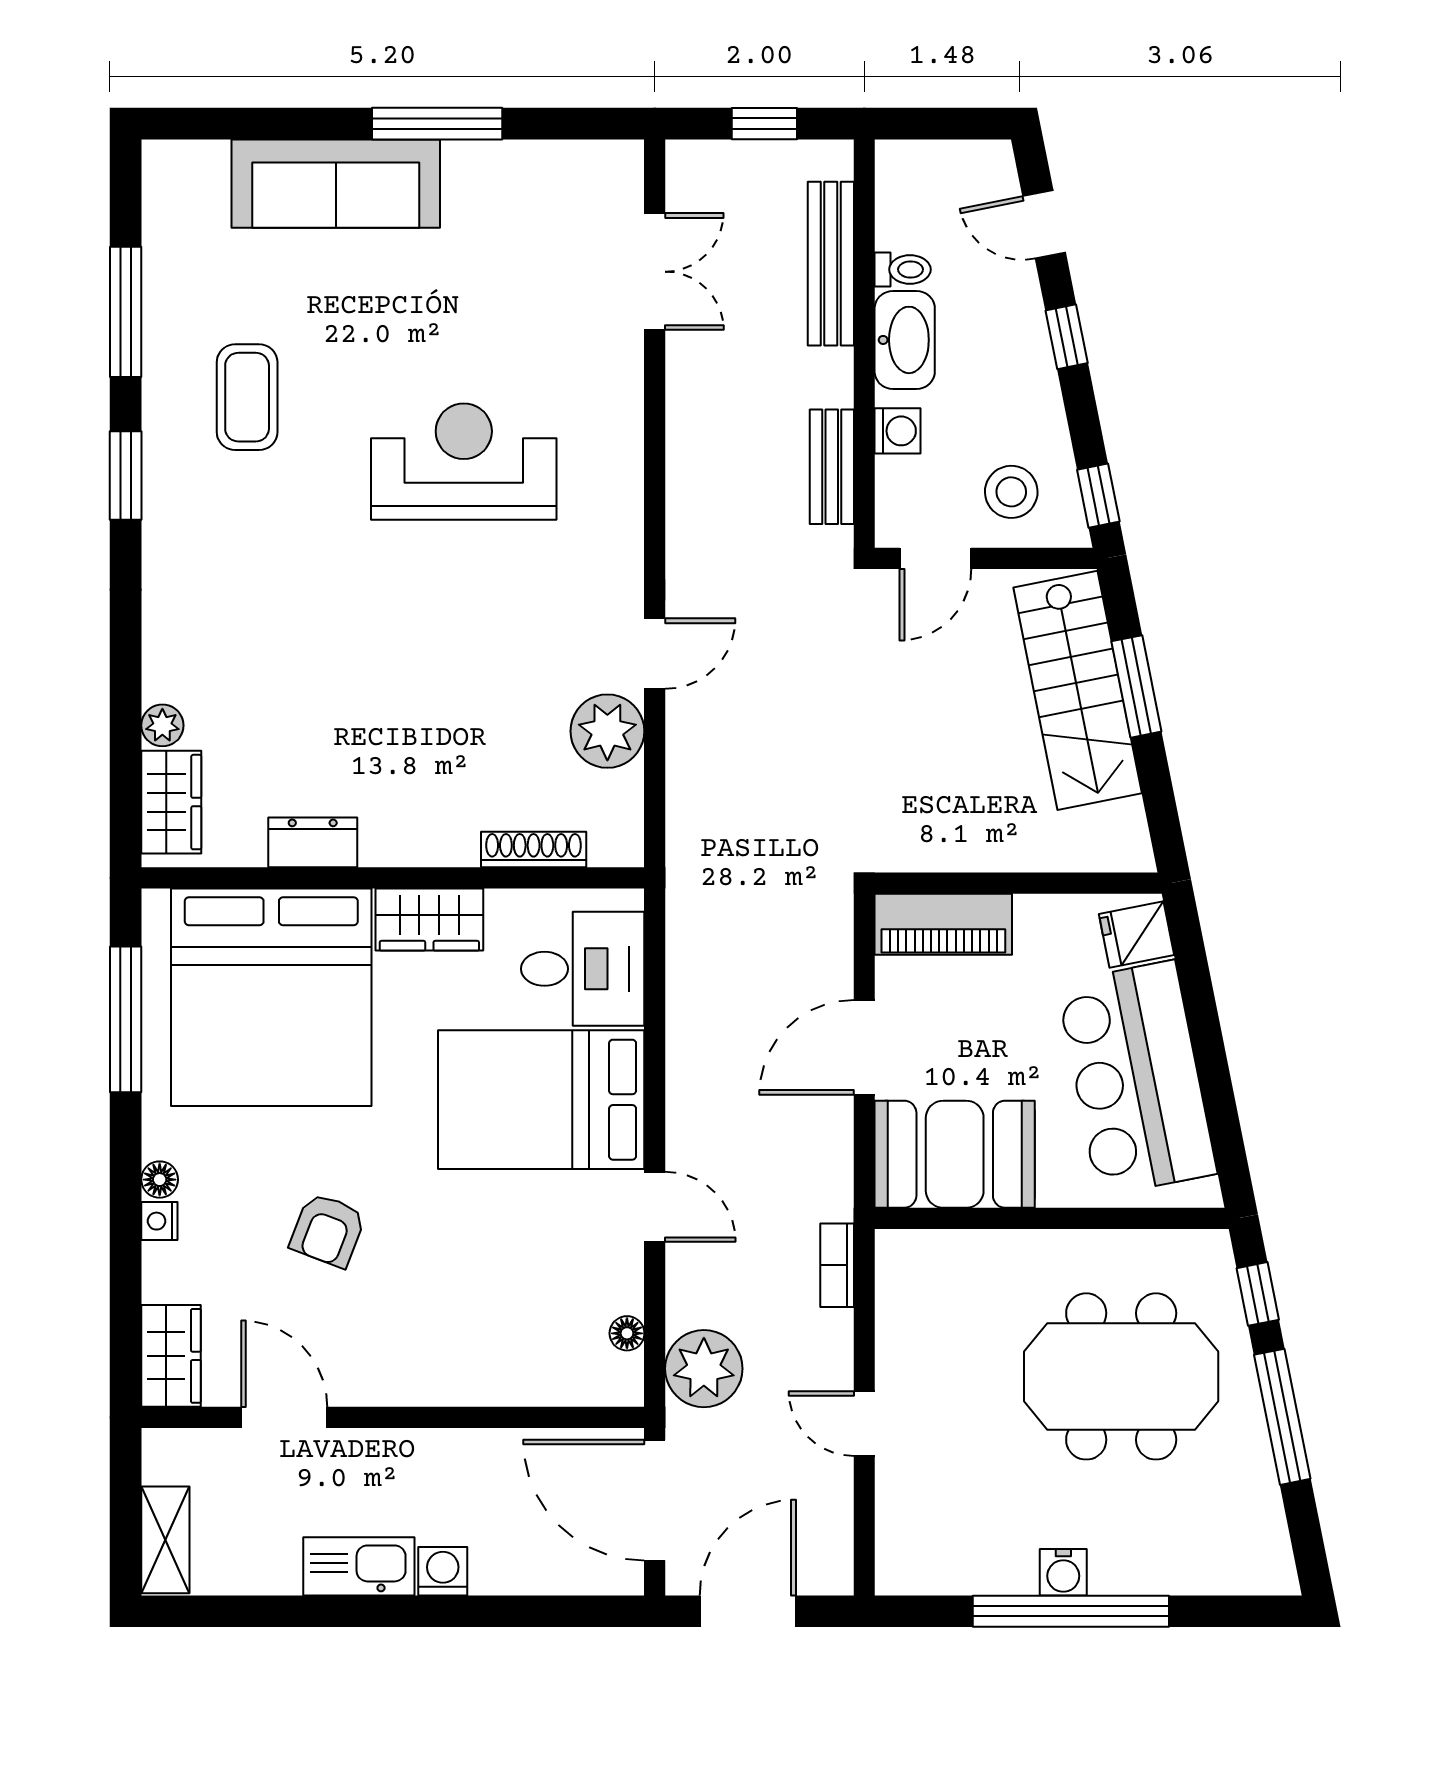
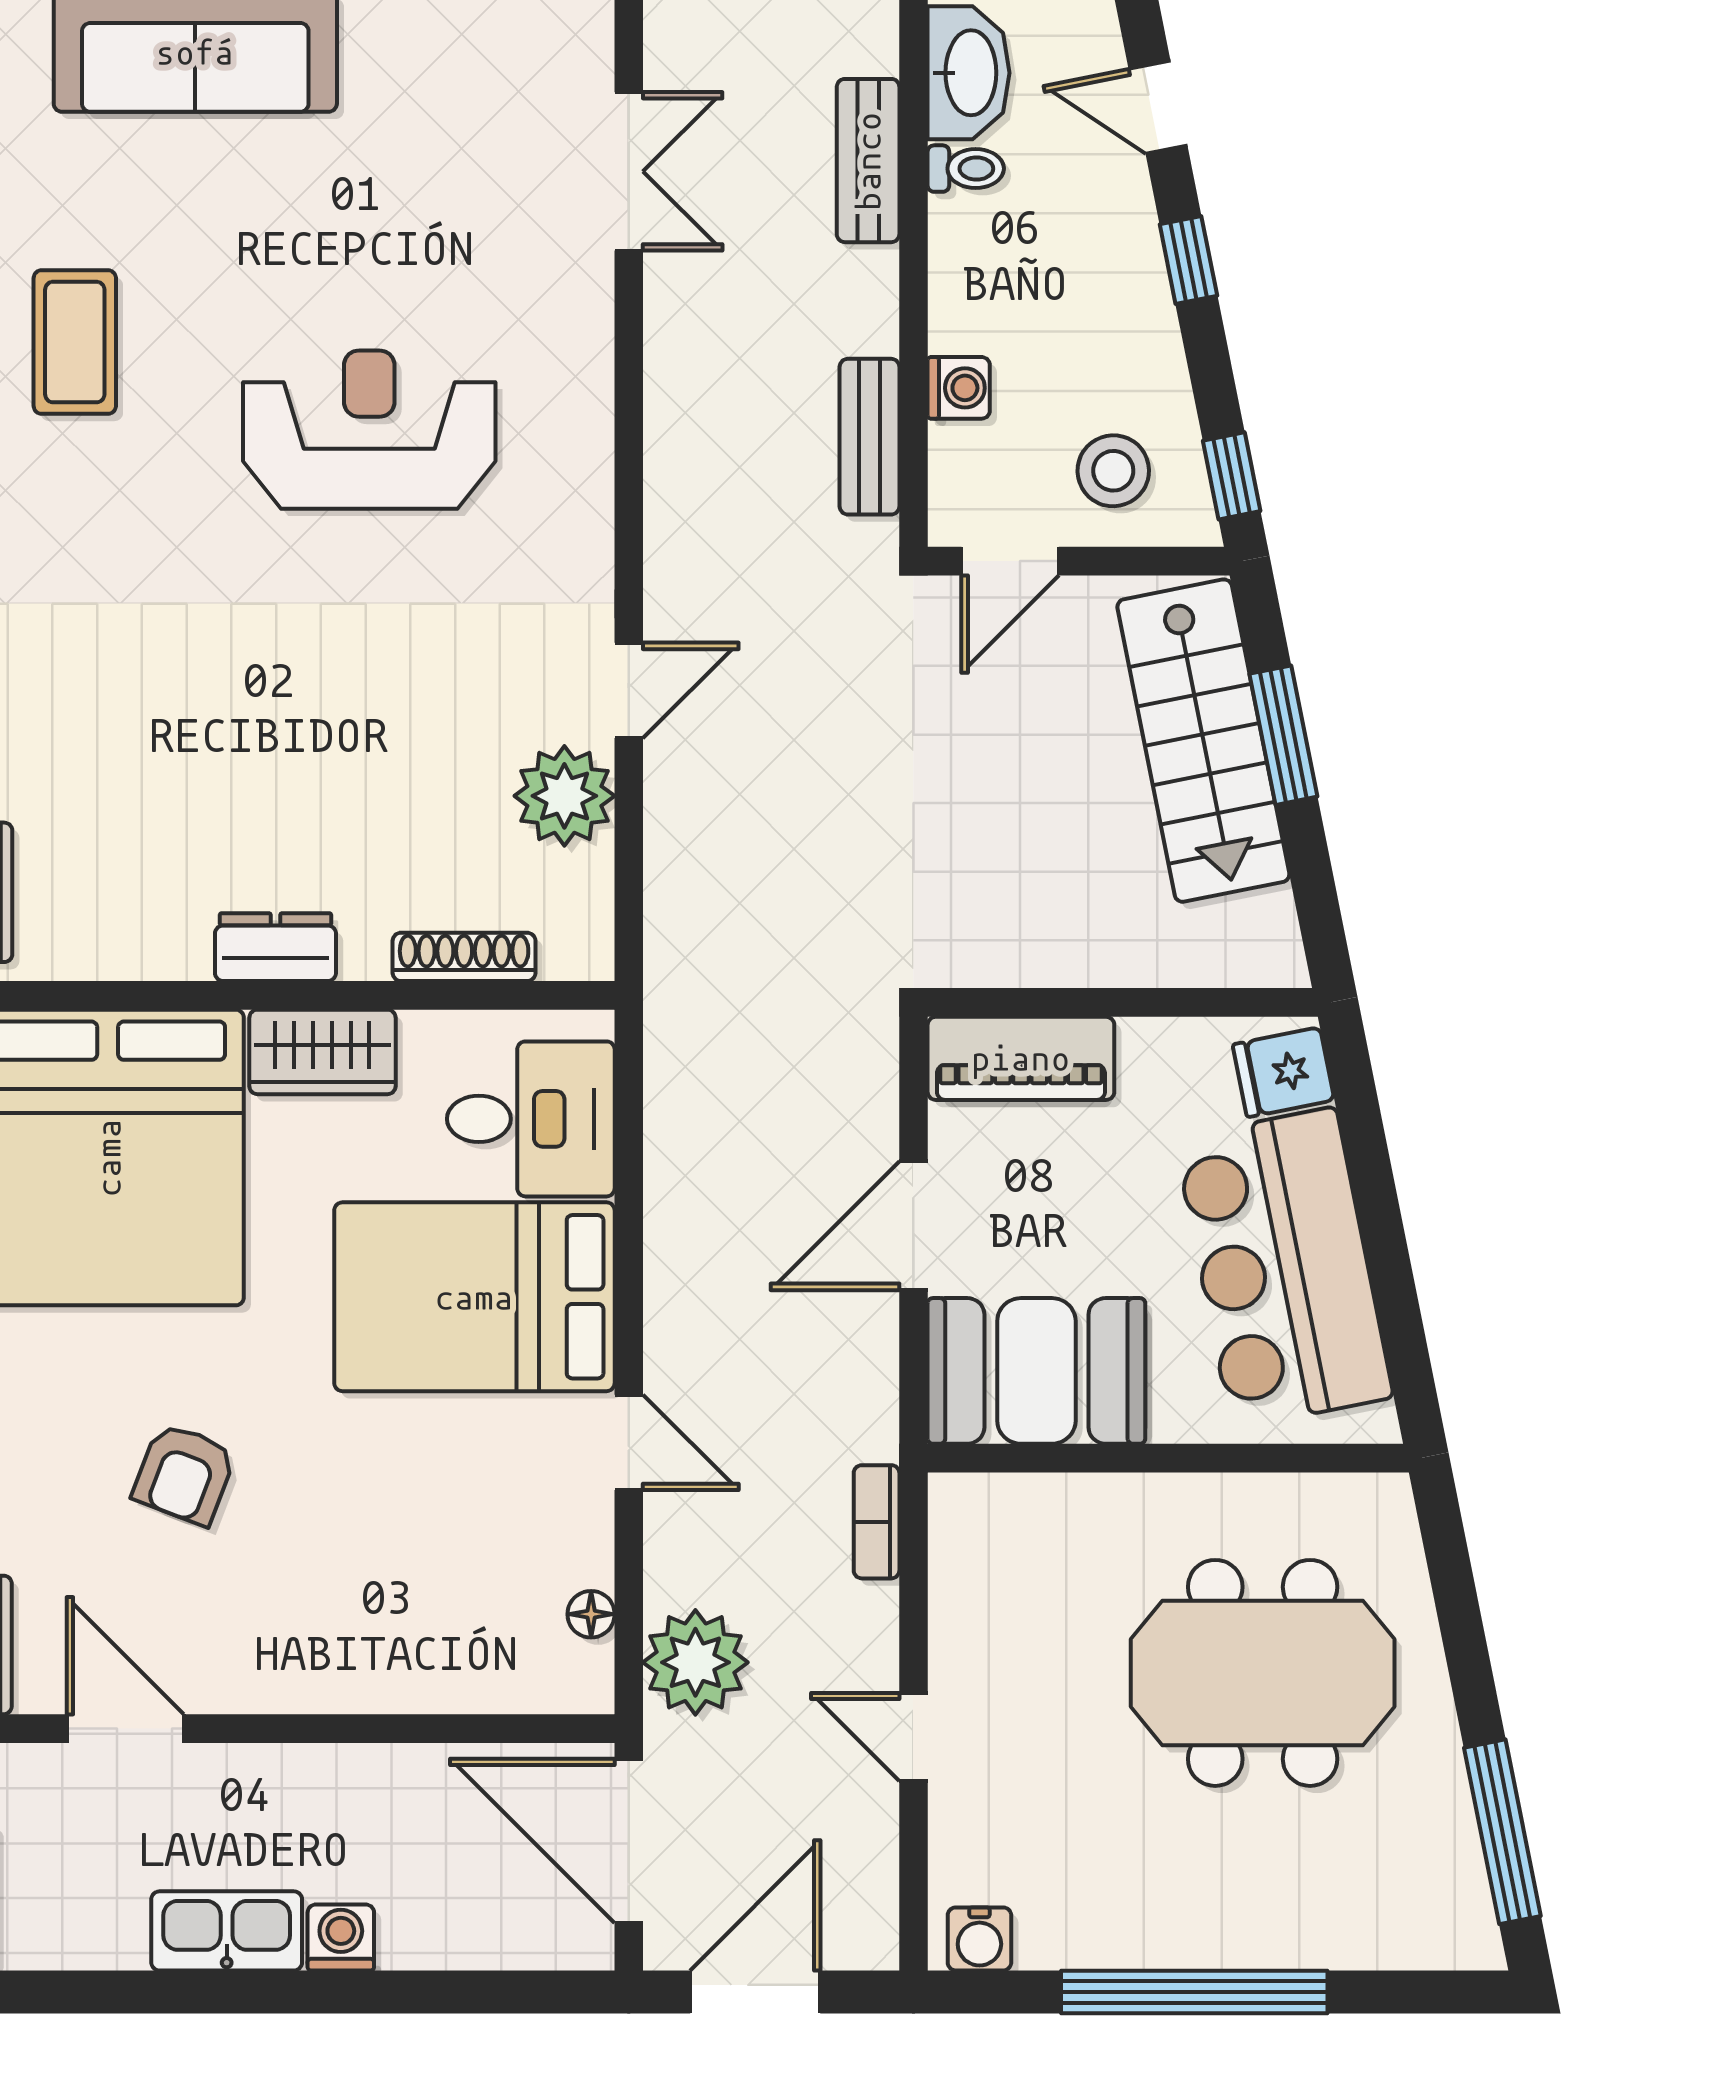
bench: (831, 264) -> (868, 161), width x0.73
washbasin: (905, 340) -> (969, 73), moved
dresser: (313, 842) -> (275, 947), moved
window: (1258, 1294) -> (1448, 1561), removed
window: (1282, 1417) -> (1502, 1832), moved
water cooler: (1063, 1572) -> (979, 1939), moved

